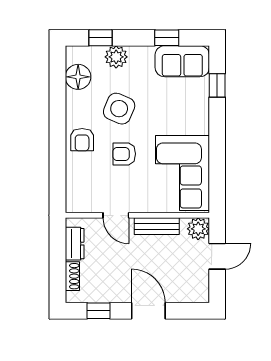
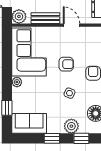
window: (167, 38) -> (52, 138), moved
side table: (119, 109) -> (69, 93), width x0.54, depth x0.54
plant: (202, 126) -> (17, 82), added

